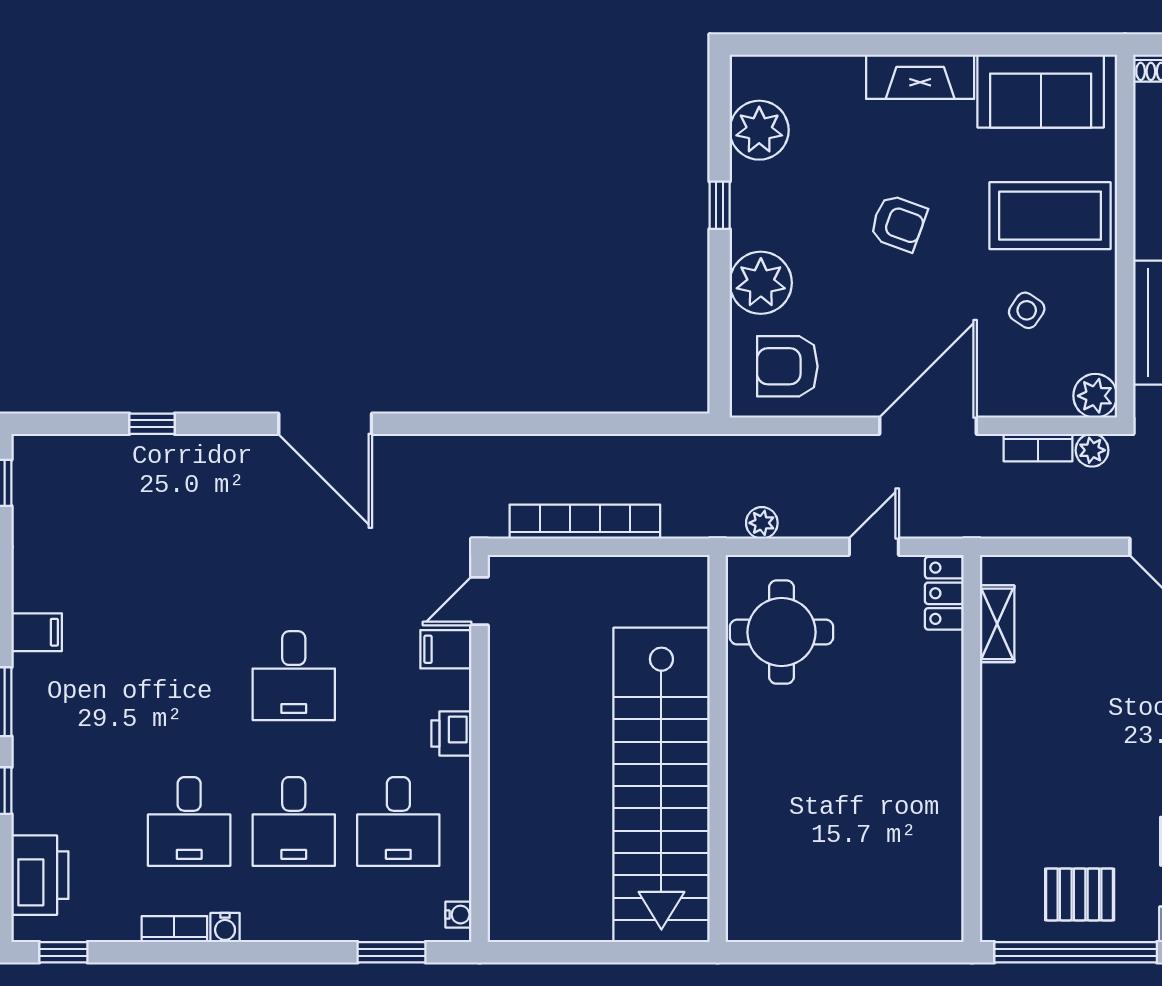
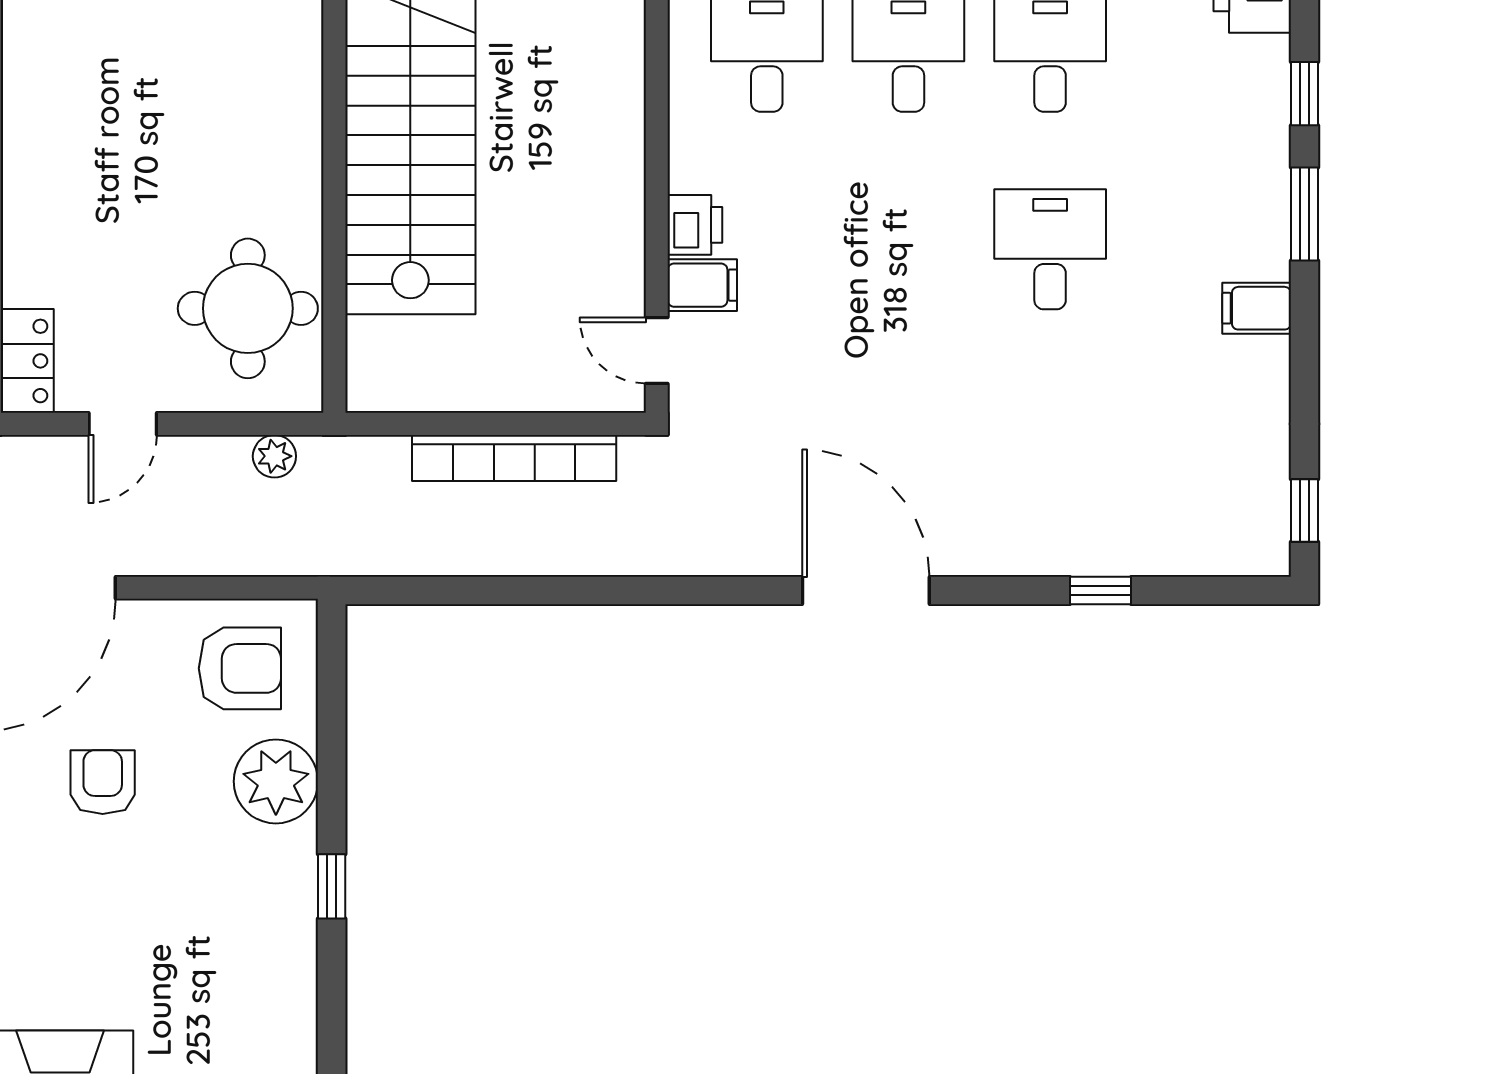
plant: (759, 130) -> (278, 988), removed
armchair: (898, 223) -> (103, 782), moved, turned 70
door: (480, 601) -> (657, 351), swing flipped
desk: (294, 676) -> (1050, 249), moved
printer: (451, 733) -> (695, 225), moved

